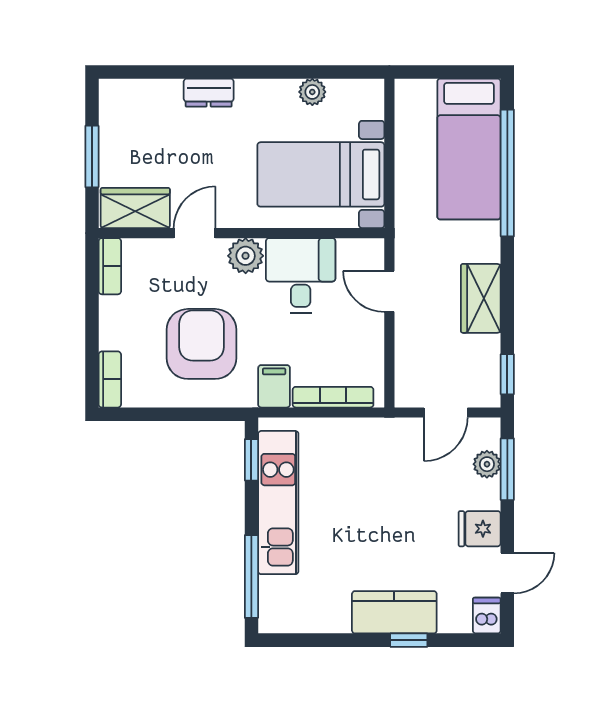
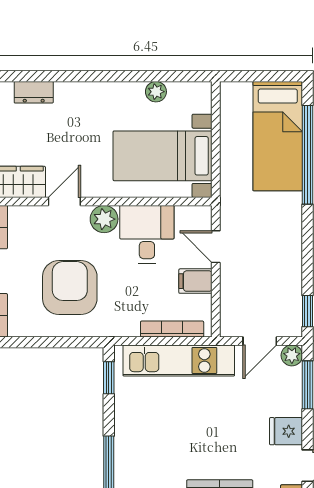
dresser: (209, 93) -> (34, 92), moved
wardrobe: (481, 298) -> (287, 252), removed
filing cabinet: (274, 386) -> (195, 281), moved, turned -90
plant: (487, 464) -> (292, 355), moved
kitchen unit: (278, 503) -> (179, 360), moved, turned 90

